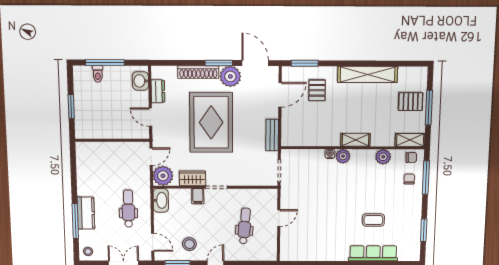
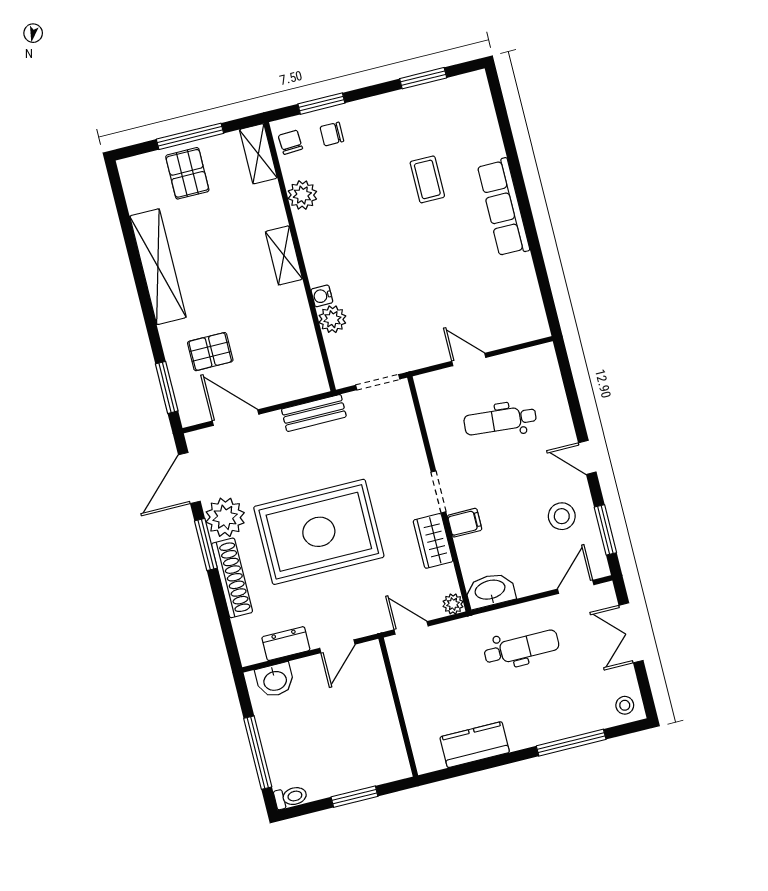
toilet: (98, 74) -> (291, 797), moved
plant: (343, 156) -> (332, 319), moved
plant: (163, 176) -> (453, 604), width x0.53, depth x0.53
window: (426, 178) -> (321, 104), width x0.69
dental chair: (128, 209) -> (521, 648), turned 180
kitchen counter: (86, 213) -> (475, 745), moved
row of seats: (373, 253) -> (504, 207), moved

